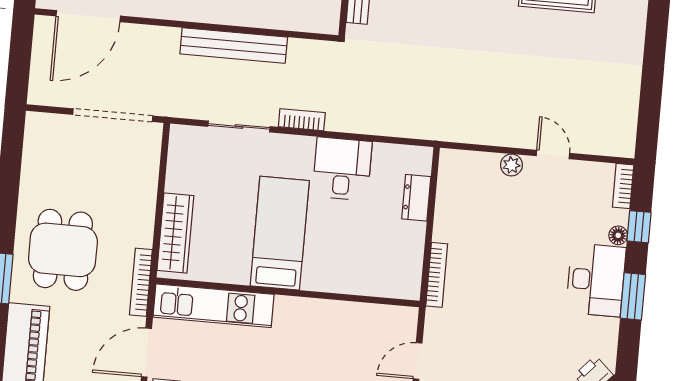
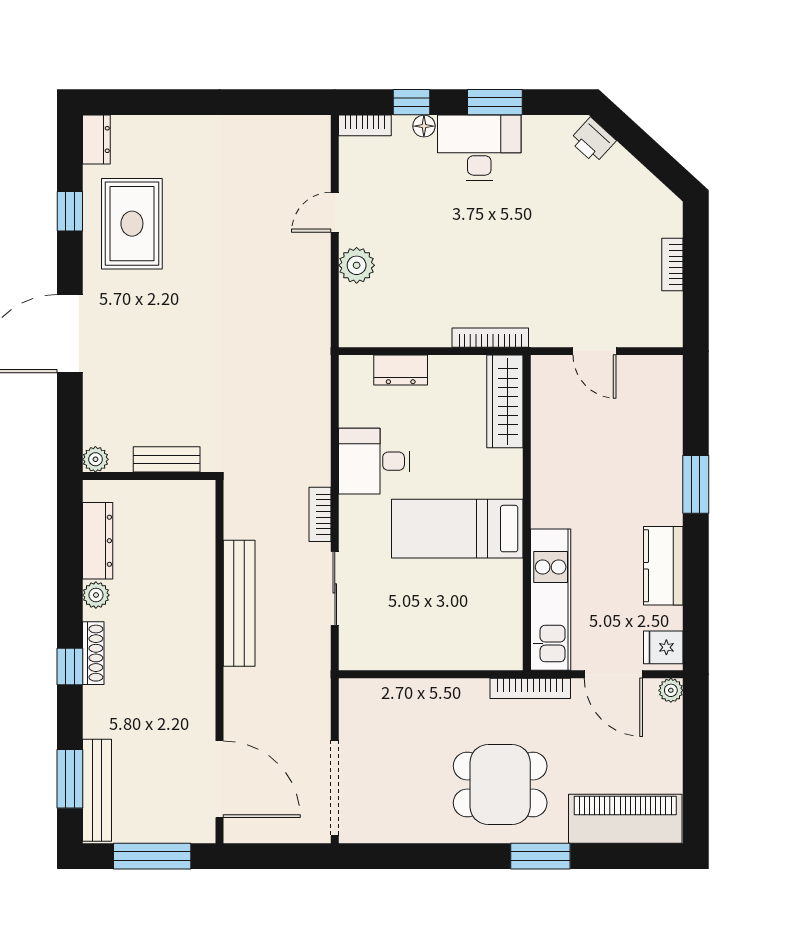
doorway: (113, 115) -> (335, 788), moved
plant: (511, 165) -> (357, 265), width x1.38, depth x1.38
wardrobe: (175, 233) -> (505, 401), moved, turned -90

